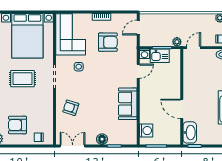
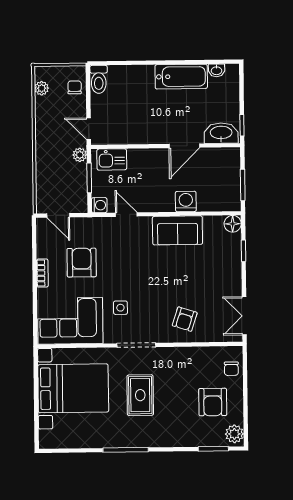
kitchen sink: (160, 56) -> (112, 159), moved, turned 90
washing machine: (146, 131) -> (186, 201), moved
floor lamp: (102, 139) -> (233, 224), moved

